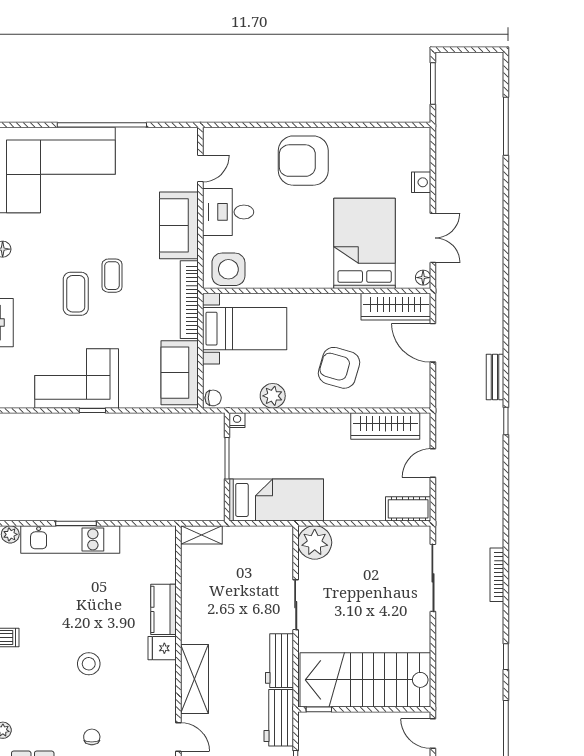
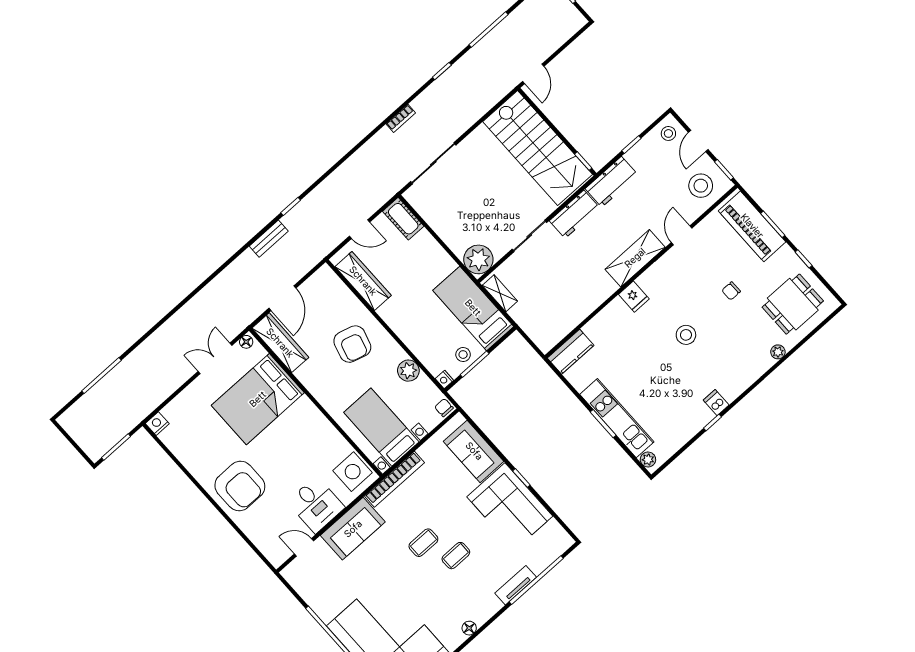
nightstand: (421, 182) -> (157, 424), moved
coffee table: (76, 294) -> (456, 556), width x0.73, depth x0.77
sofa: (180, 373) -> (474, 451), moved, turned 90
stool: (244, 456) -> (463, 355), added
shelving: (202, 535) -> (500, 293), moved
bookcase: (497, 575) -> (401, 118), width x0.64
kitchen counter: (163, 609) -> (571, 352), moved

